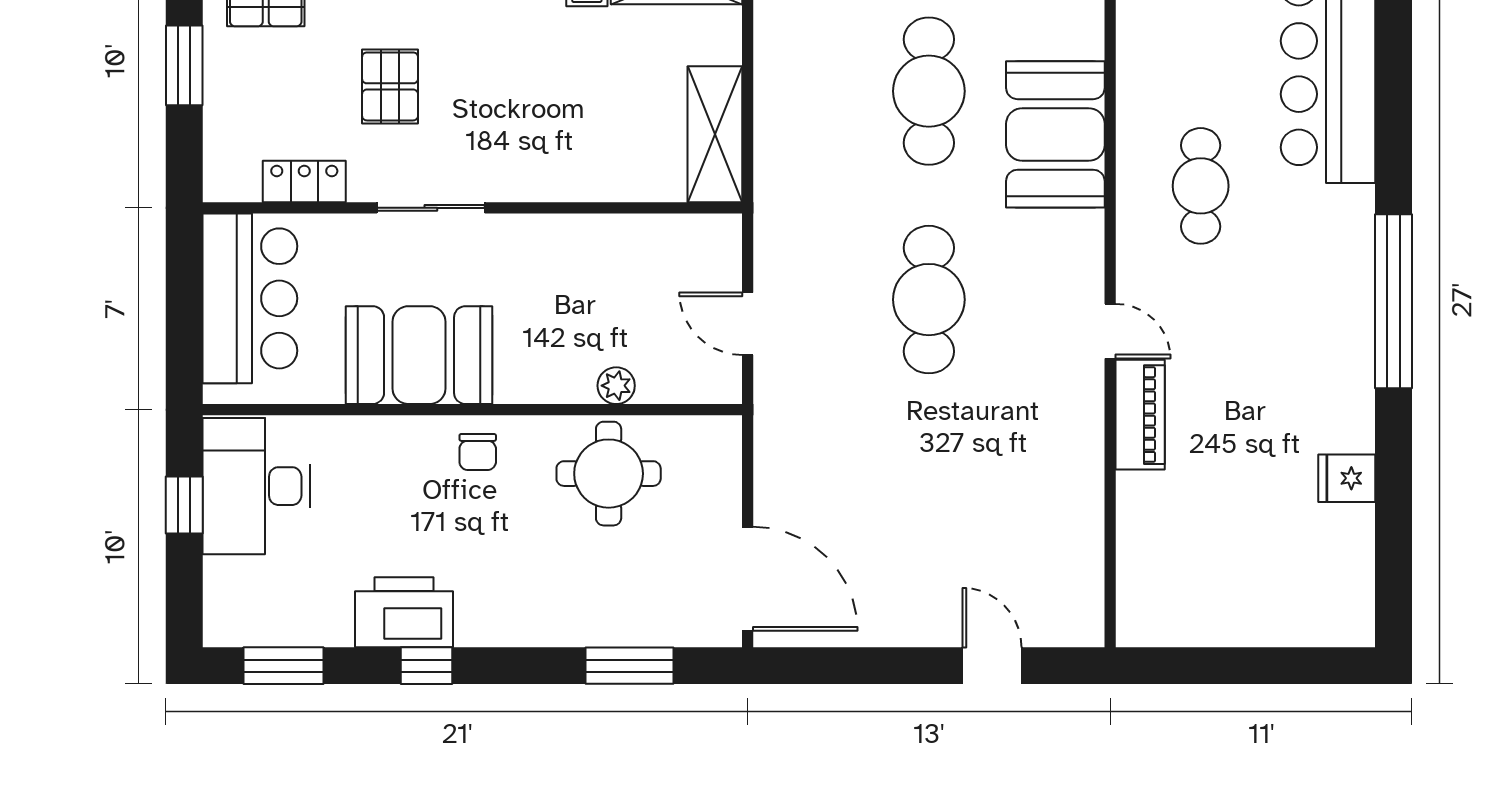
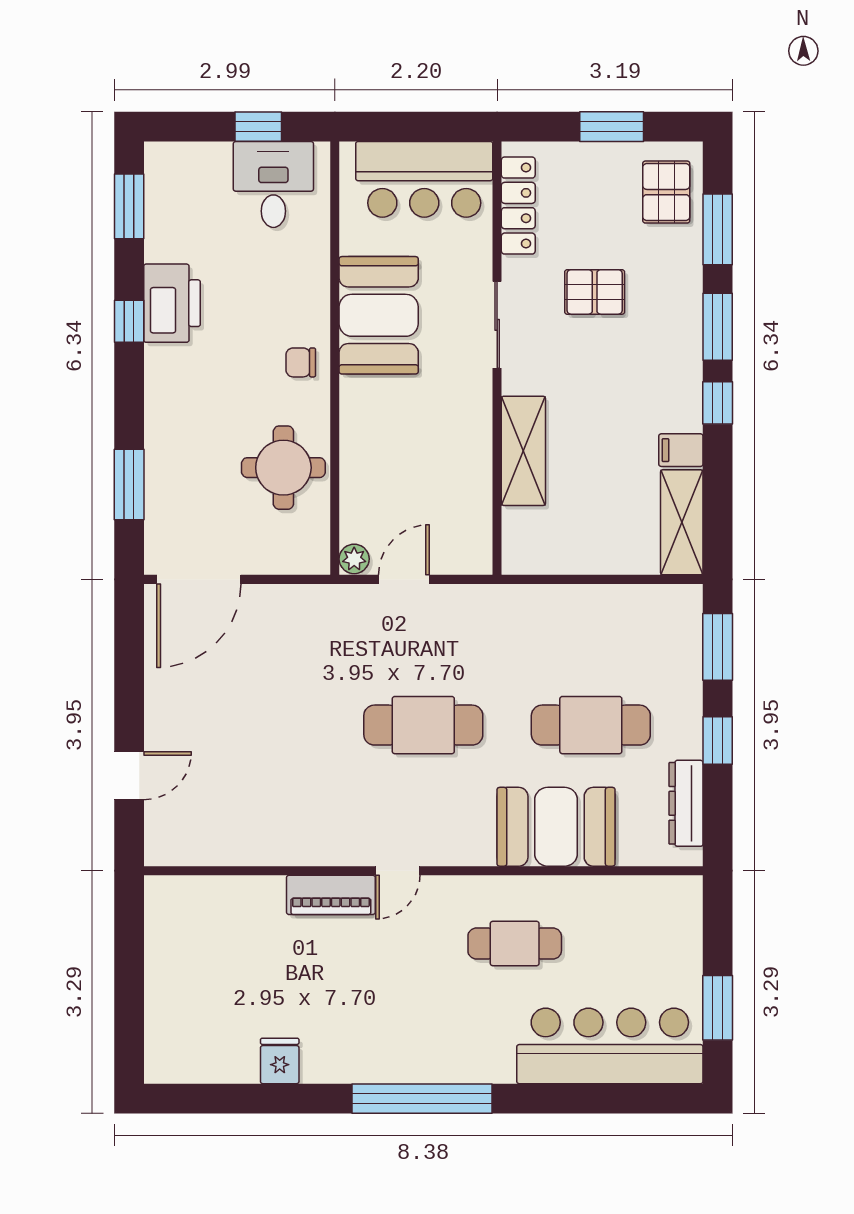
shelving: (715, 134) -> (523, 451), moved, turned 90
locker: (304, 181) -> (518, 206), width x1.53
plant: (616, 386) -> (354, 559), moved
desk: (256, 486) -> (273, 184), width x0.73

